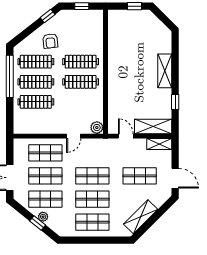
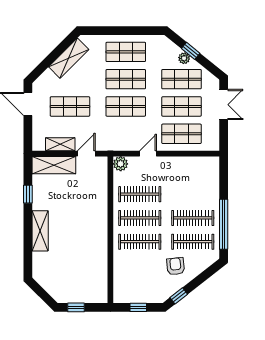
clothes rail: (36, 102) -> (140, 194), moved
door: (126, 136) -> (86, 154), swing flipped
shelving: (159, 144) -> (60, 144), moved

